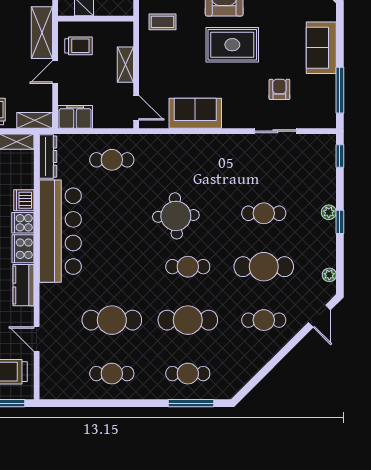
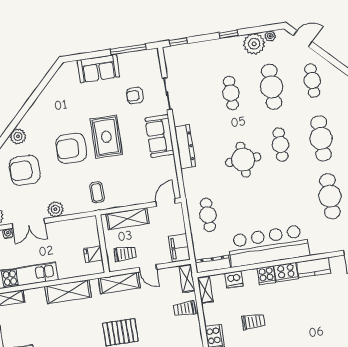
trolley: (78, 46) -> (125, 254), turned 90
shelving: (125, 65) -> (128, 219), width x1.50, depth x1.33
sofa: (195, 113) -> (160, 136), moved
dresser: (204, 144) -> (185, 147), added
dishwasher: (24, 200) -> (234, 279), moved
plant: (329, 212) -> (254, 44), moved, width x1.88, depth x1.88

